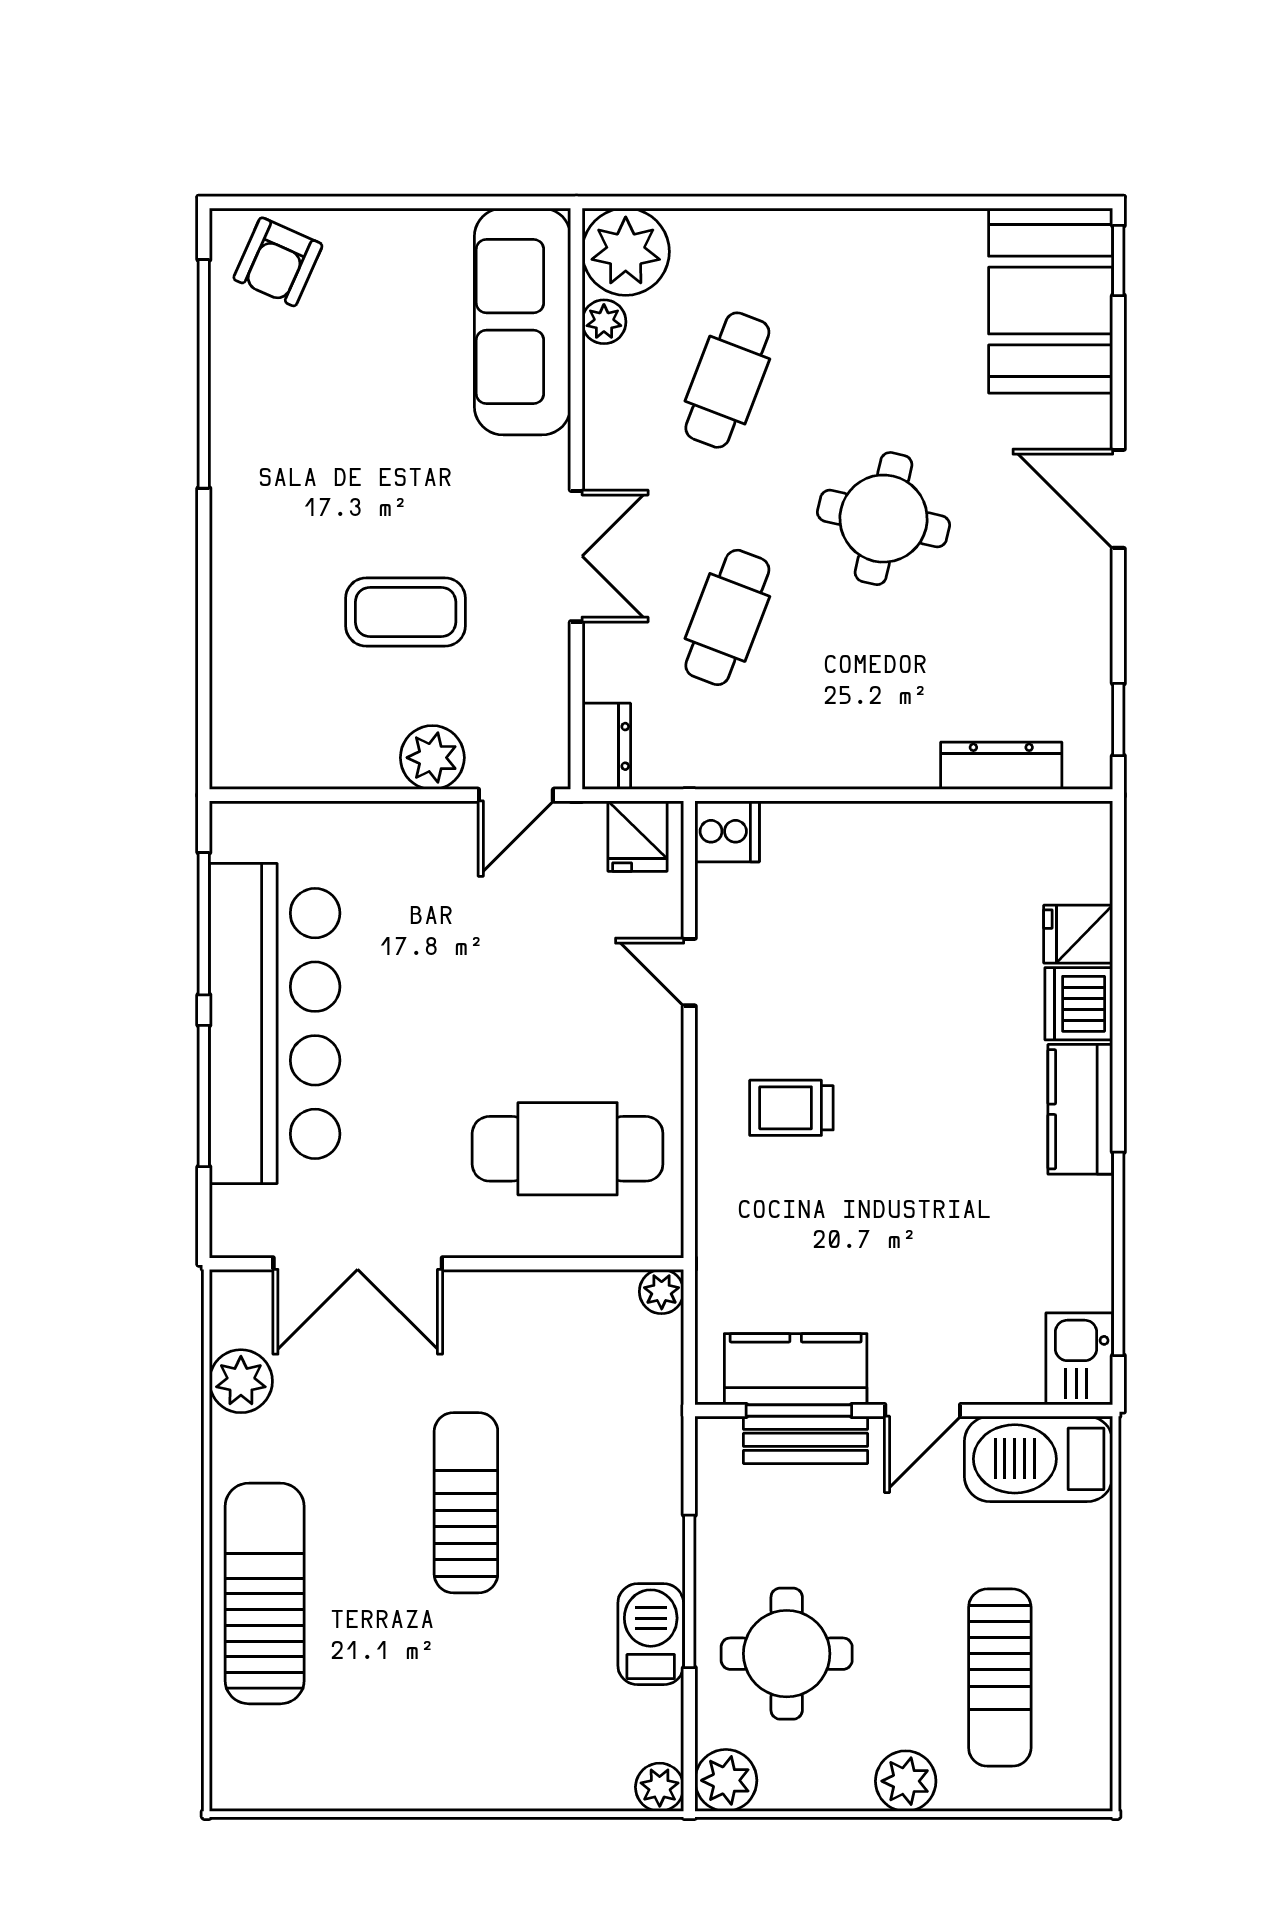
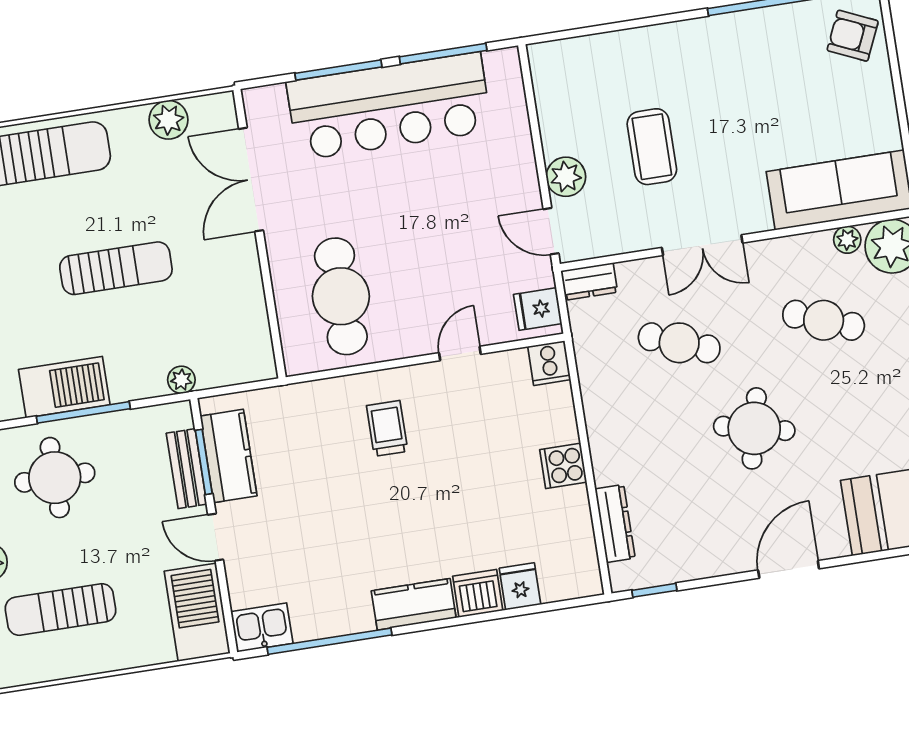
cooker: (896, 835) -> (563, 466), added
plant: (662, 1292) -> (181, 380), moved
barbecue: (651, 1634) -> (64, 387), width x1.37, depth x1.21

